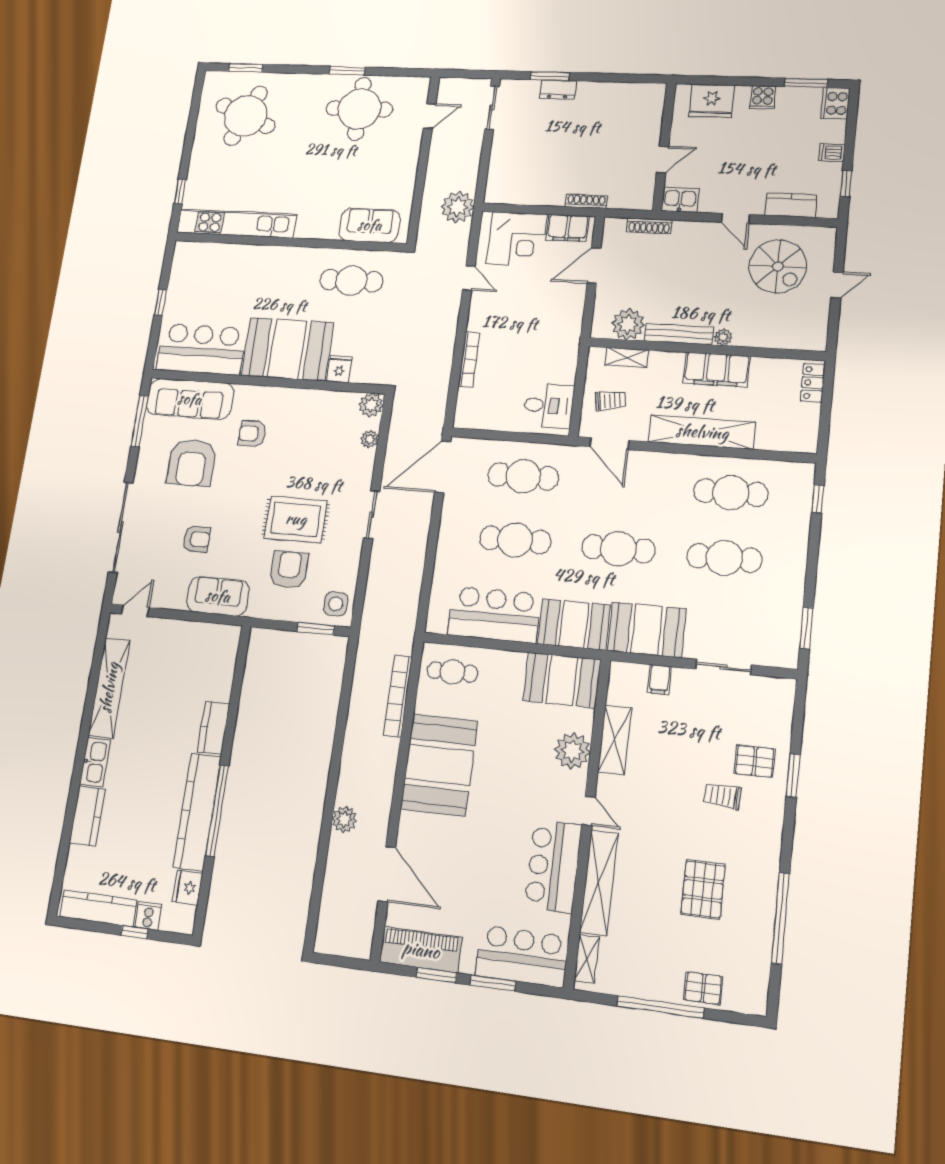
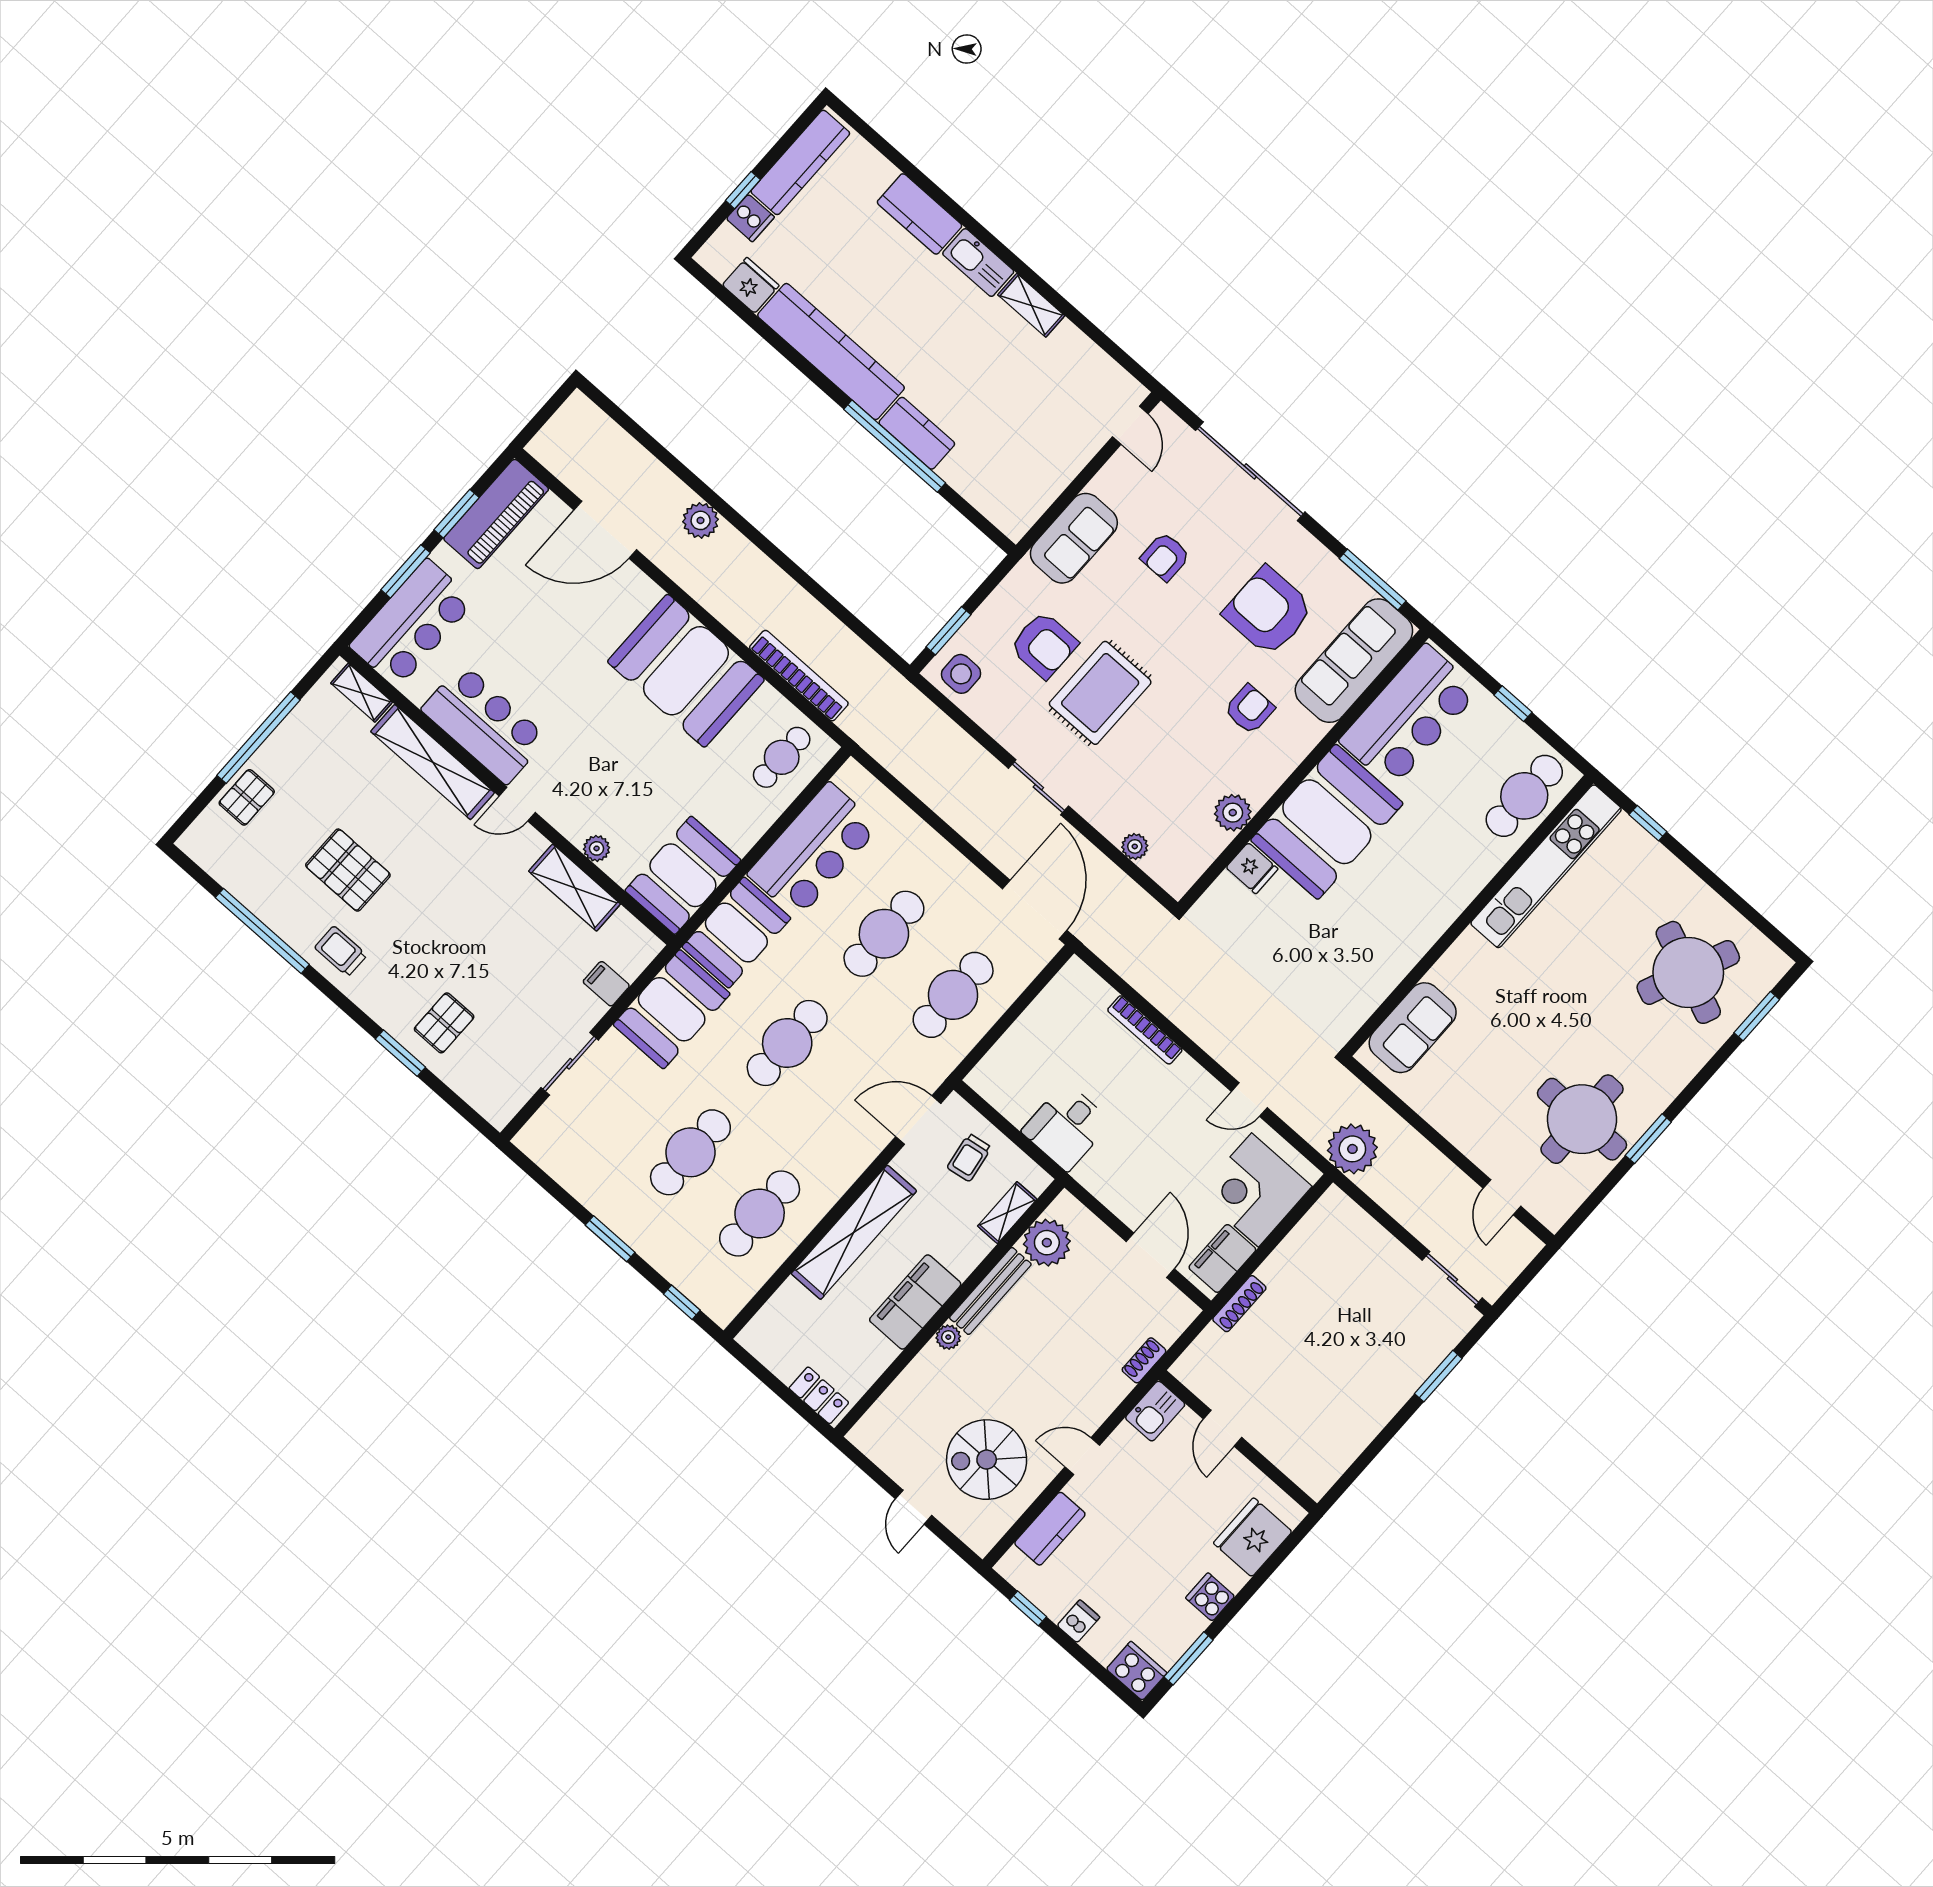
dresser: (558, 89) -> (1413, 1373), removed
shoe rack: (649, 226) -> (1144, 1360), width x0.70
cafe table: (351, 281) -> (1524, 796), moved
plant: (371, 405) -> (1233, 813), moved
desk: (549, 406) -> (1066, 1127), moved
window: (806, 628) -> (610, 1239), moved
shelving: (109, 688) -> (1031, 305), width x0.45, depth x0.75
plant: (572, 751) -> (597, 848), width x0.53, depth x0.53
trolley: (723, 796) -> (341, 951), moved, turned -93
window: (217, 810) -> (895, 446), moved

